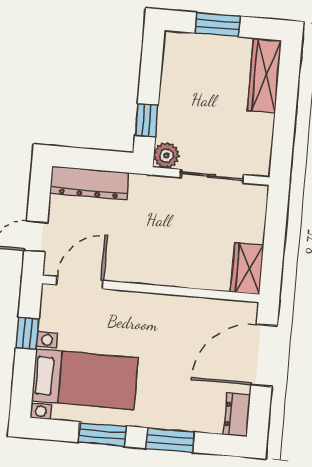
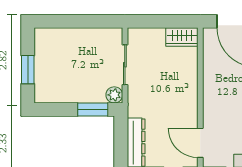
wardrobe: (264, 75) -> (58, 37), removed
window: (146, 120) -> (93, 110), width x1.50

